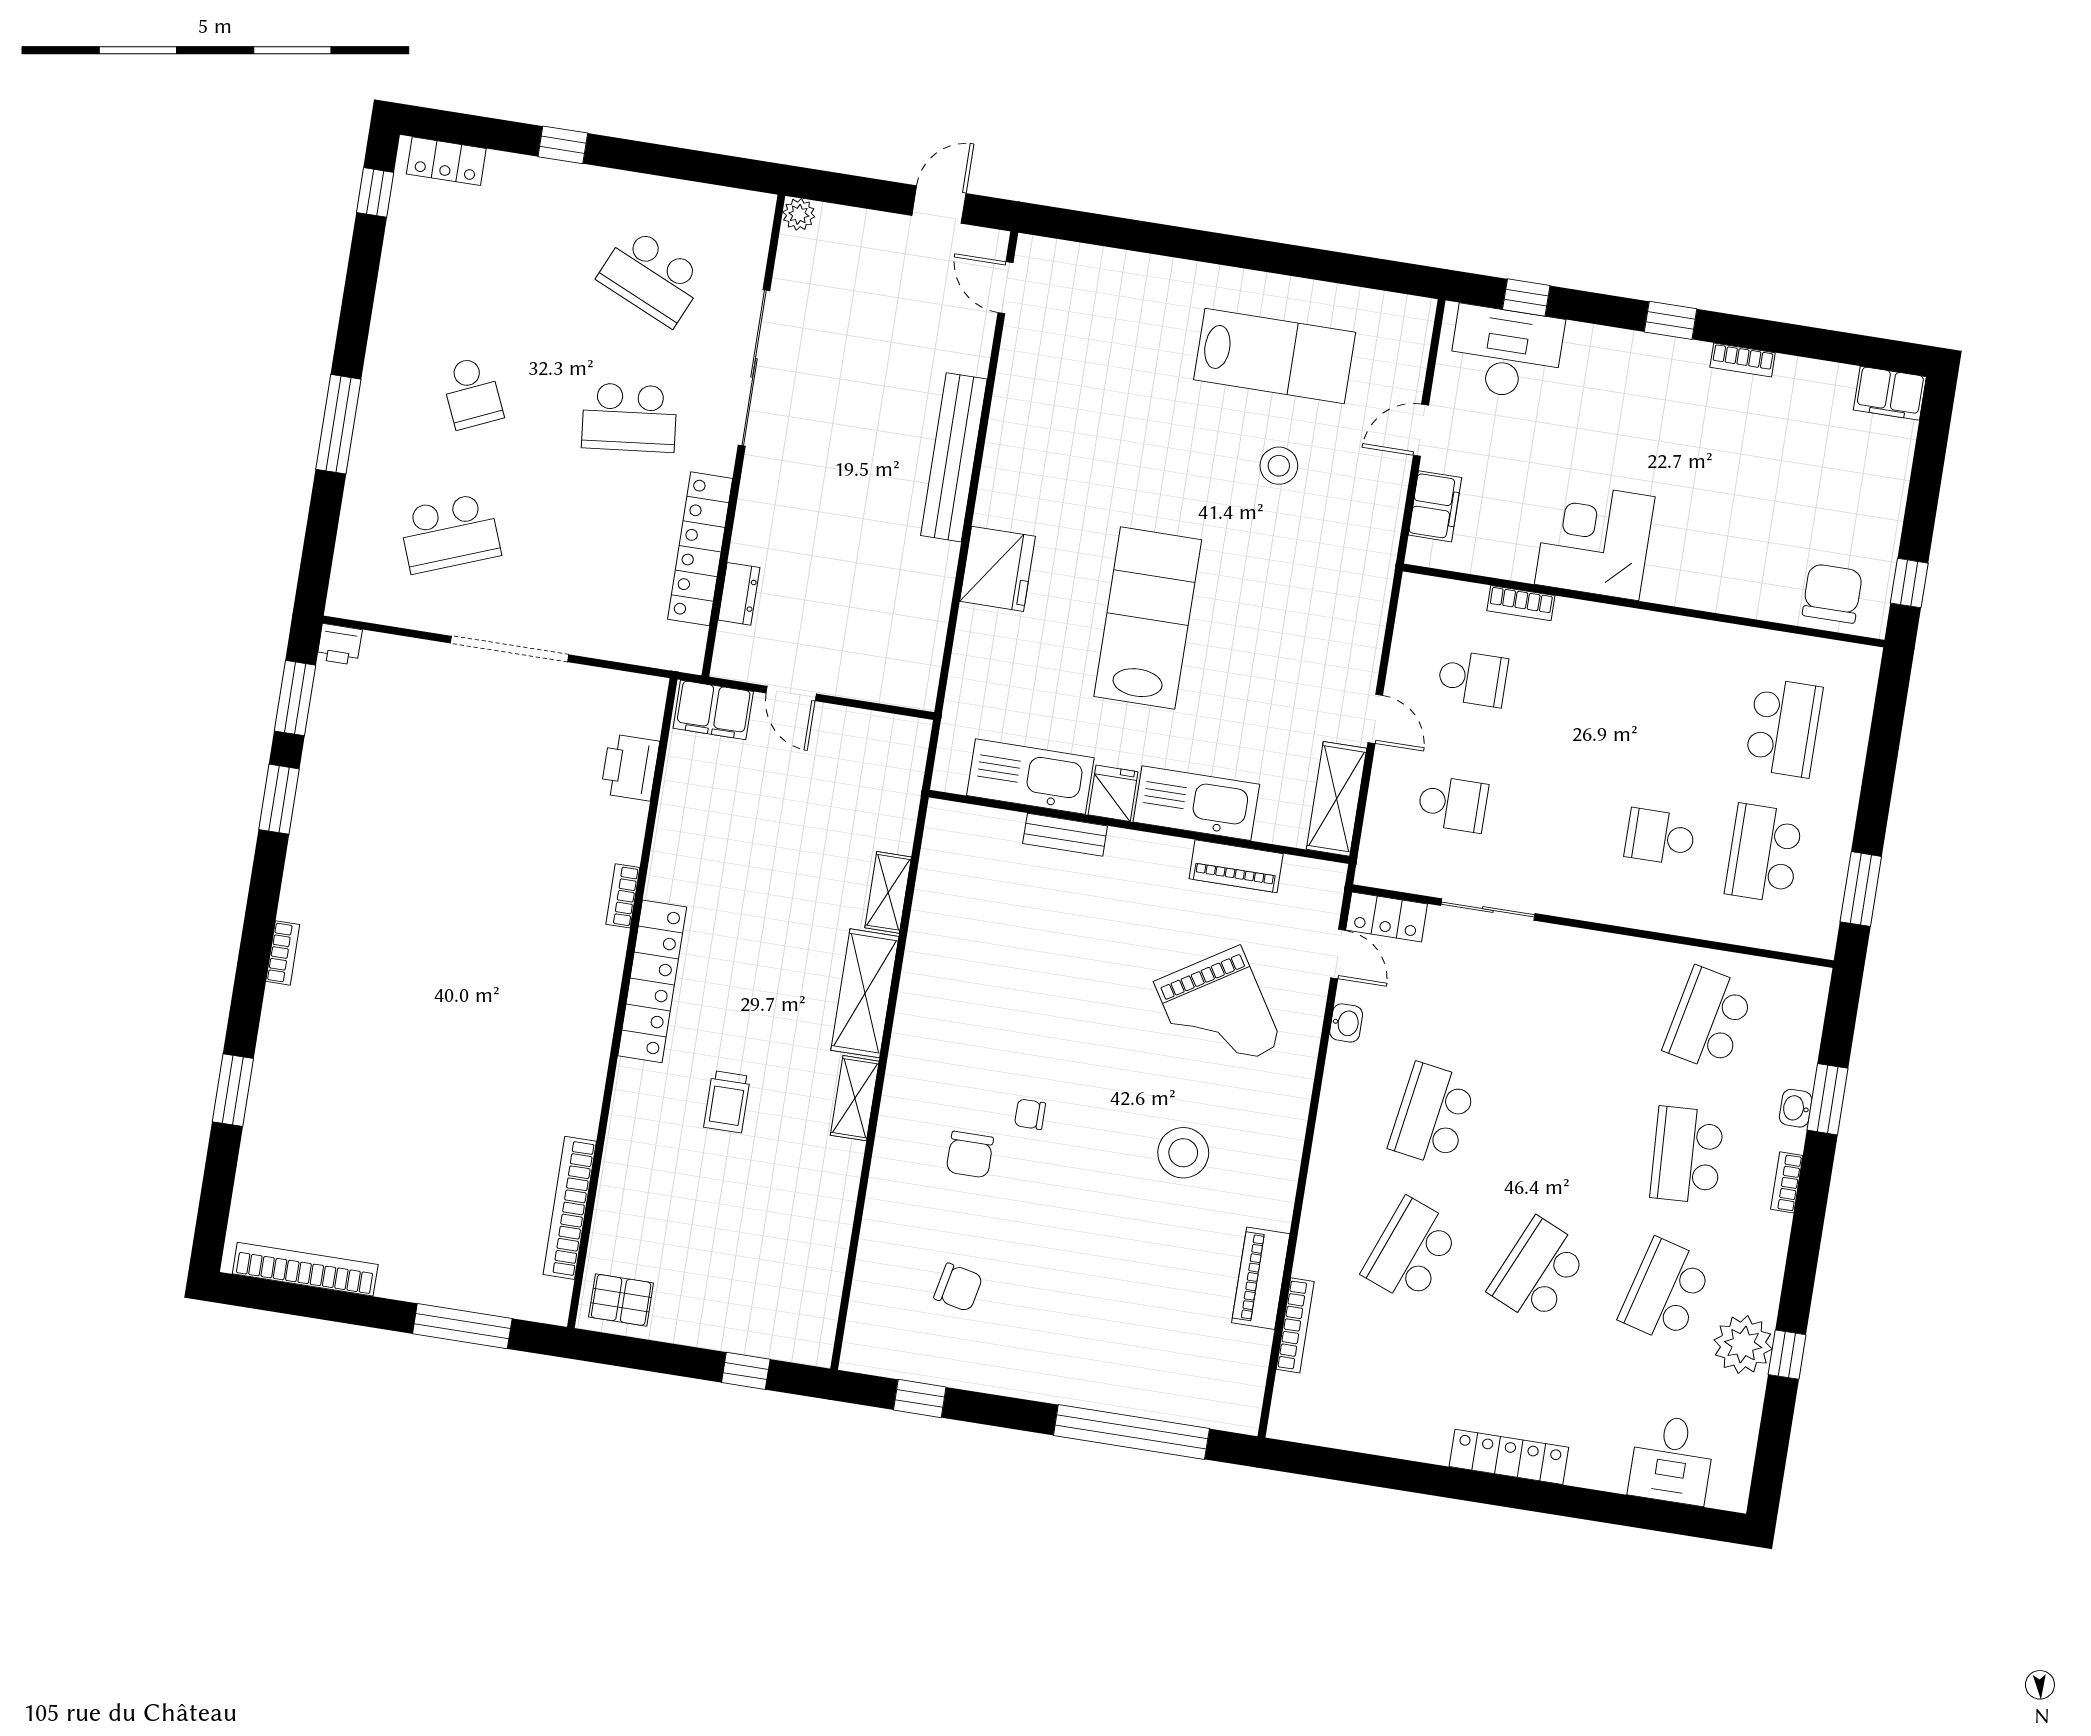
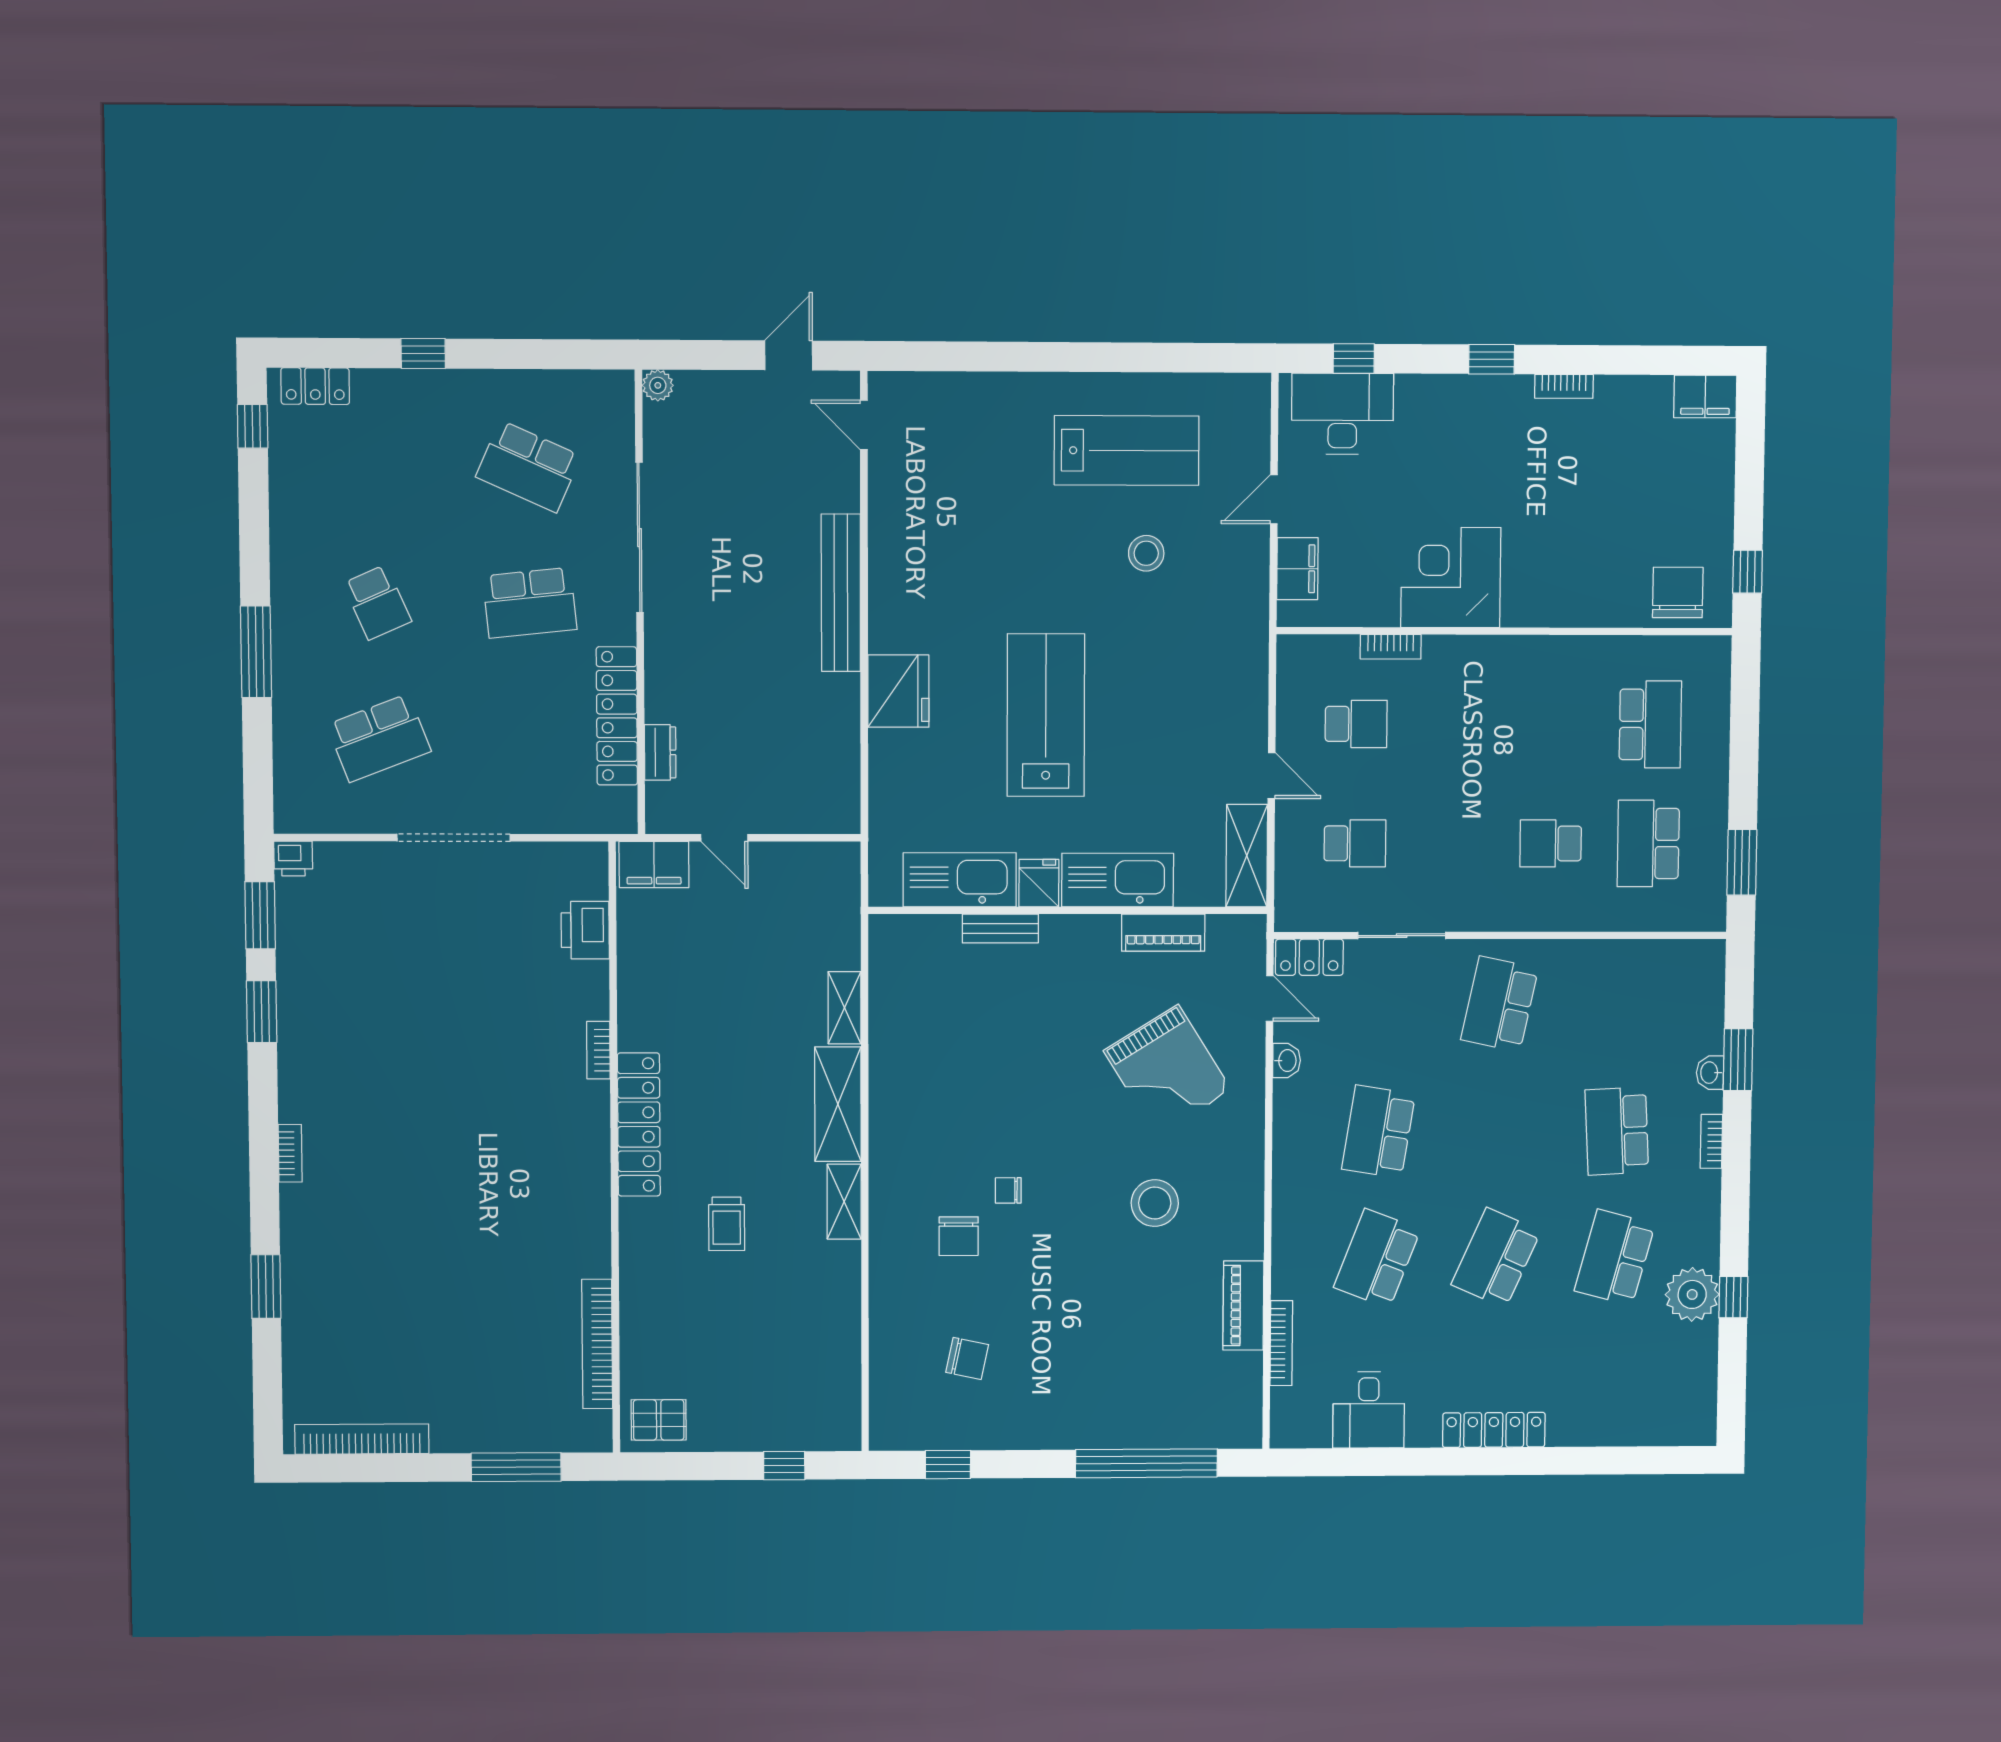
school desk: (1709, 1019) -> (1500, 1004), moved
desk: (1672, 1460) -> (1369, 1410), moved

